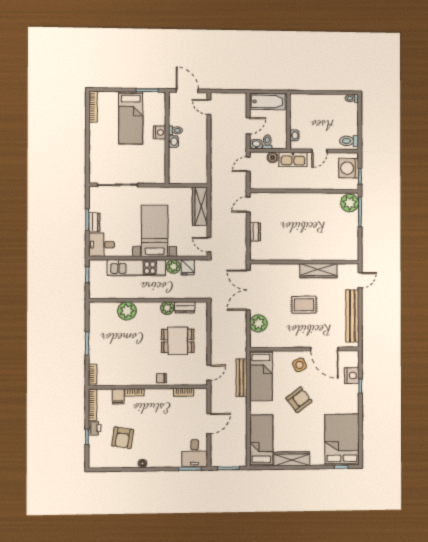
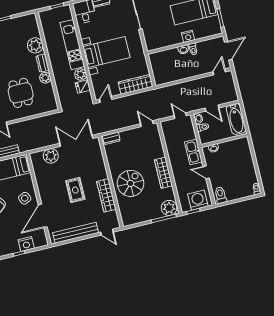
boiler: (273, 157) -> (191, 135), removed
wardrobe: (308, 199) -> (164, 173), added
dresser: (255, 232) -> (111, 138), moved
spiral stairs: (311, 240) -> (130, 183), added
dresser: (185, 307) -> (42, 63), moved

